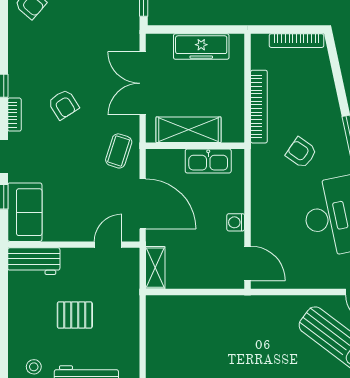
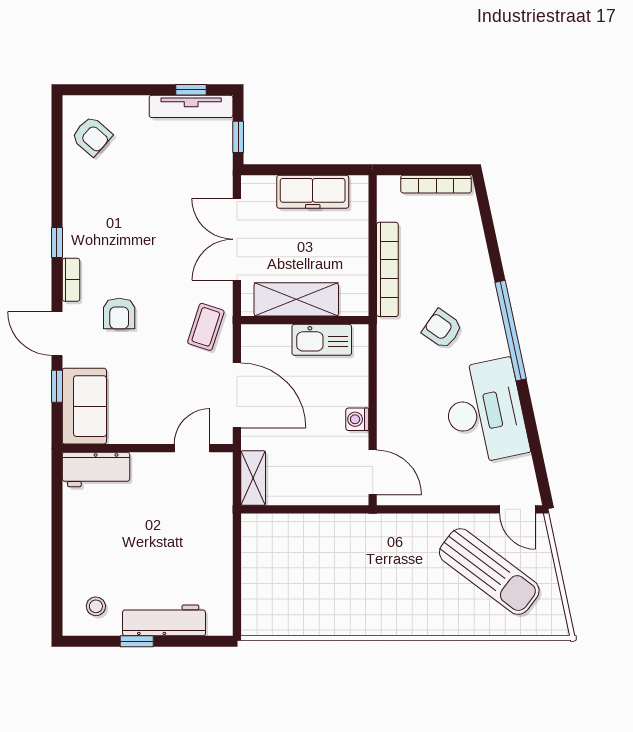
armchair: (64, 104) -> (119, 314), moved, turned 32
pallet: (75, 315) -> (149, 539), removed

